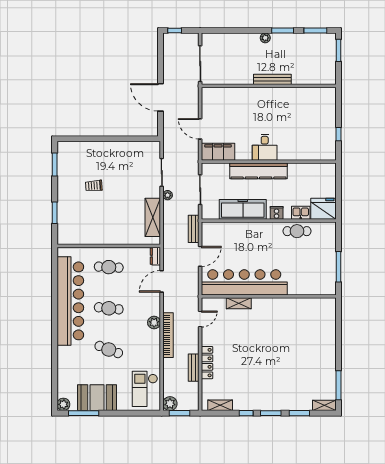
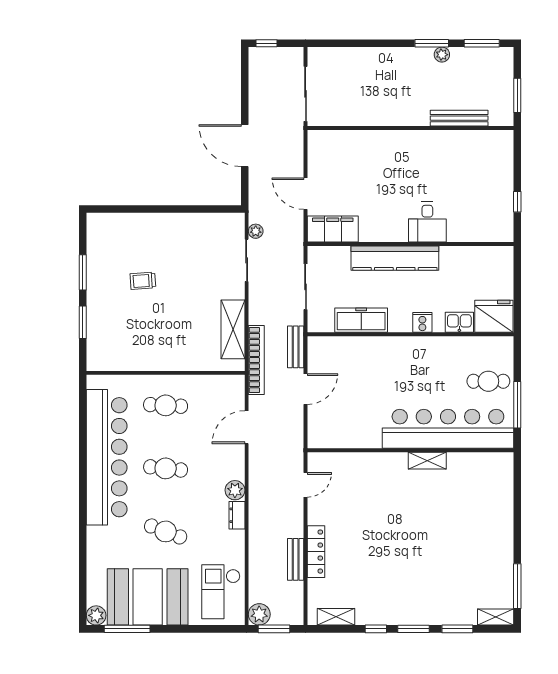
plant: (265, 38) -> (442, 55), moved
window: (339, 50) -> (517, 95), moved
bench: (272, 79) -> (459, 118), moved
desk: (265, 147) -> (427, 222), moved
window: (55, 165) -> (83, 272), moved
plant: (168, 195) -> (256, 231), moved
freezer: (243, 209) -> (361, 320), width x0.73, depth x0.79
cafe table: (297, 231) -> (488, 381), moved
dresser: (155, 256) -> (237, 515), moved
bar counter: (244, 282) -> (448, 429), moved
shelving: (239, 303) -> (427, 461), moved
bookcase: (168, 335) -> (256, 360), moved
booth: (97, 398) -> (148, 597), width x1.36, depth x1.42

